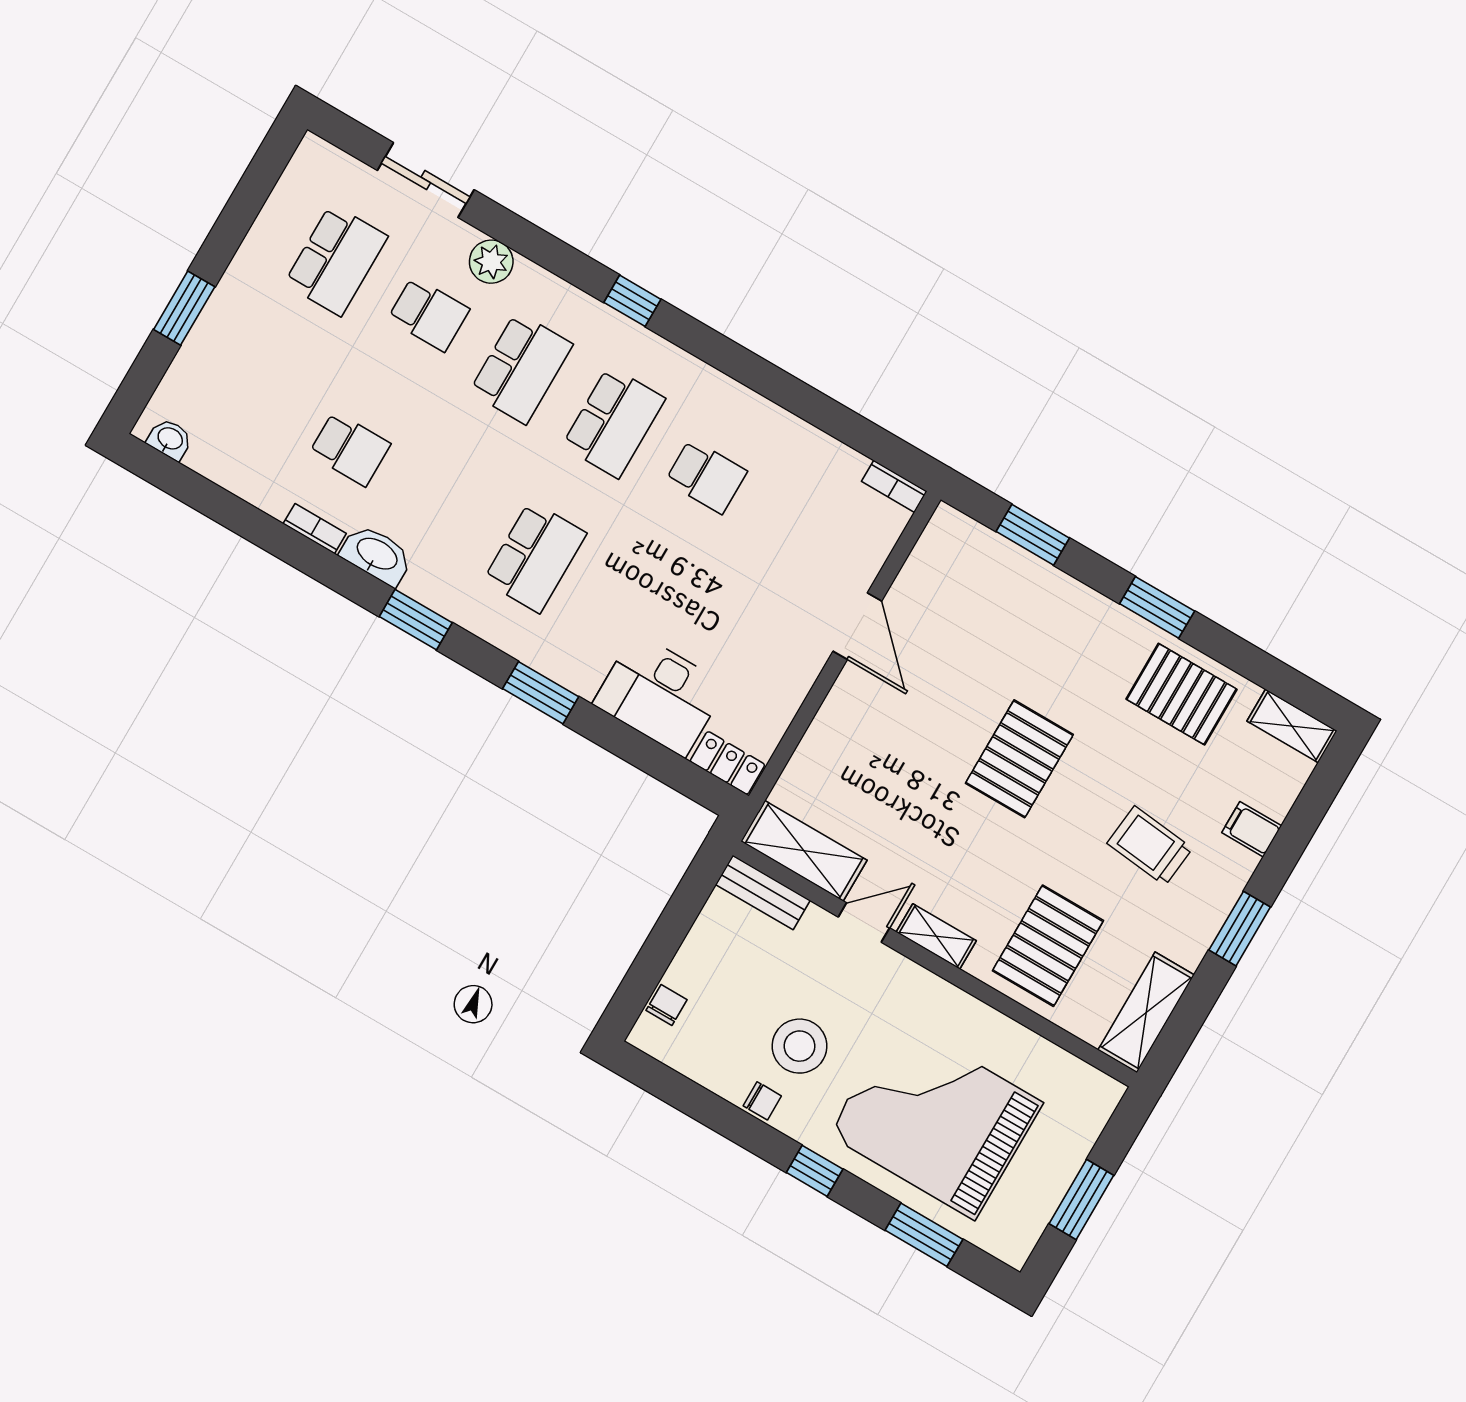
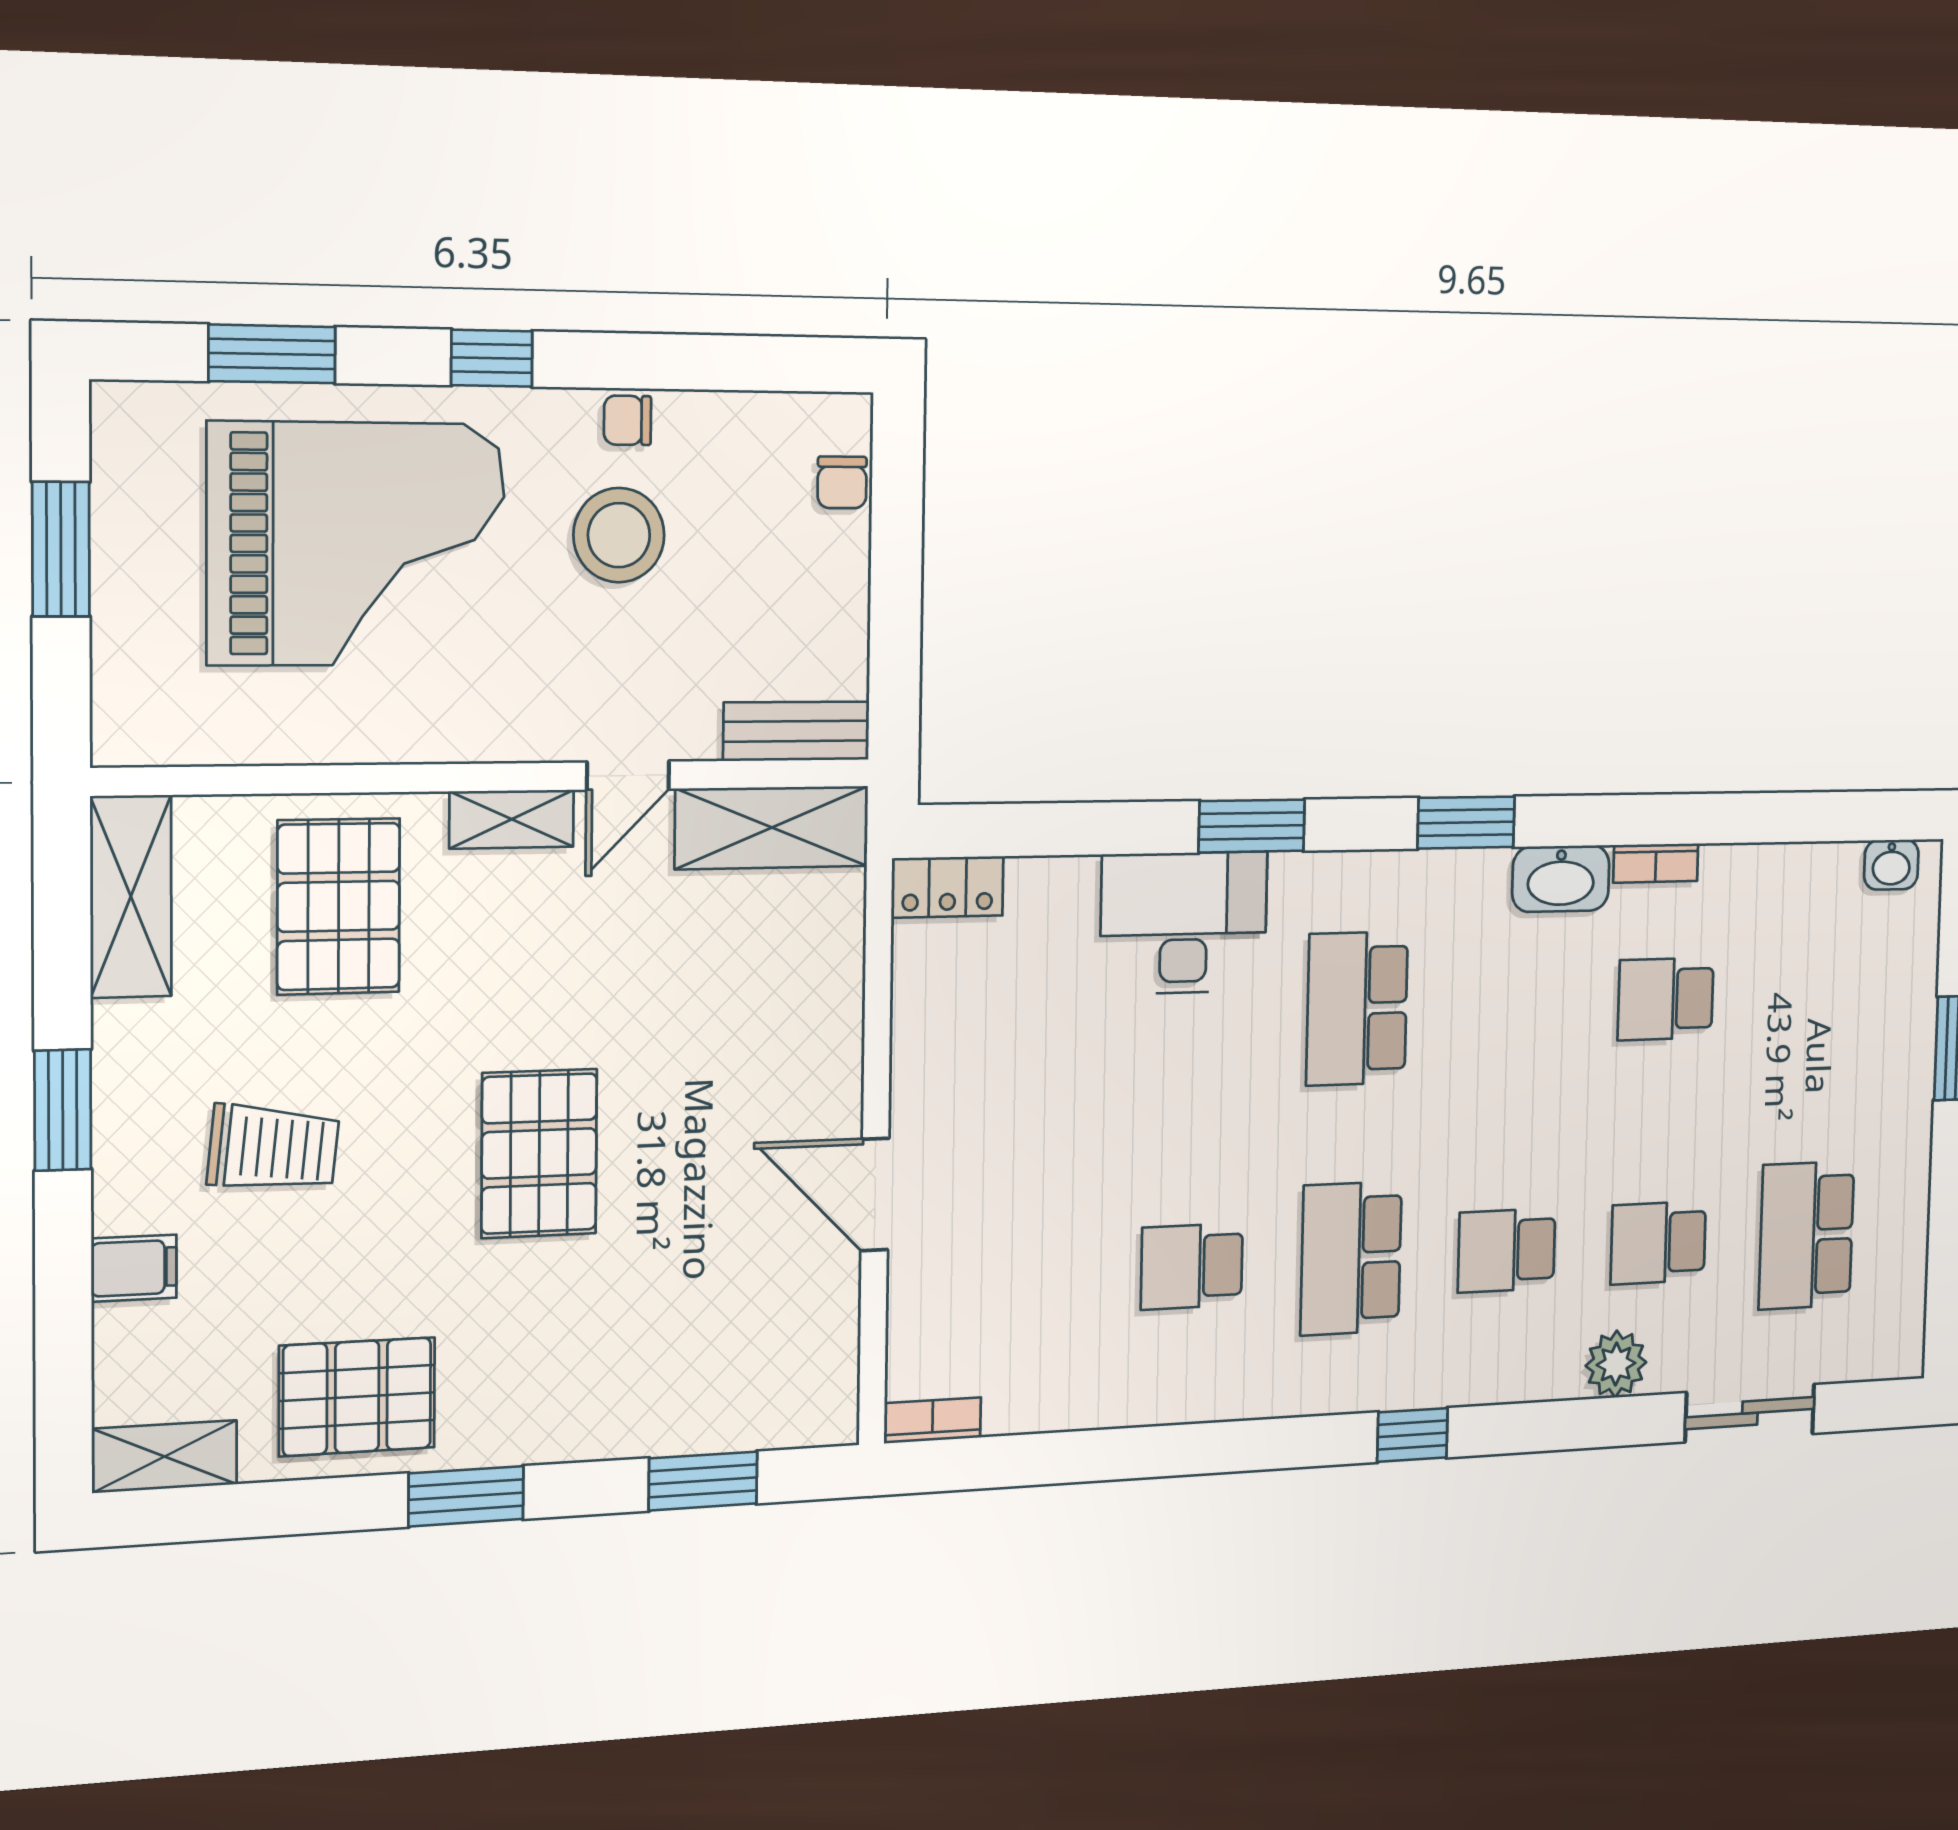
school desk: (521, 368) -> (1507, 1250), width x0.54
desk: (660, 695) -> (1184, 923), moved

